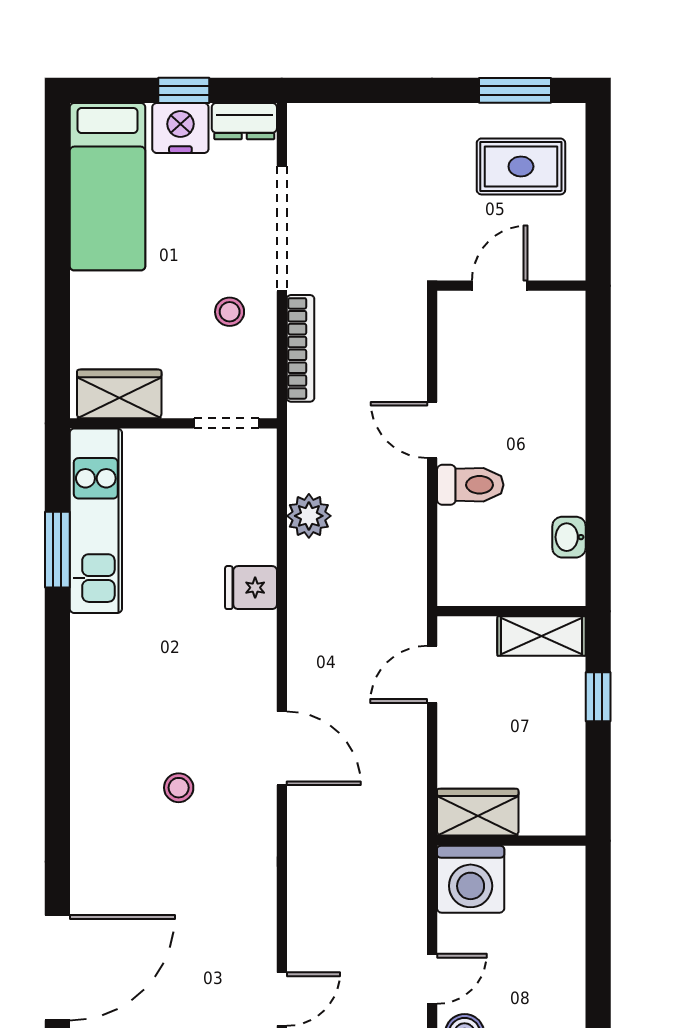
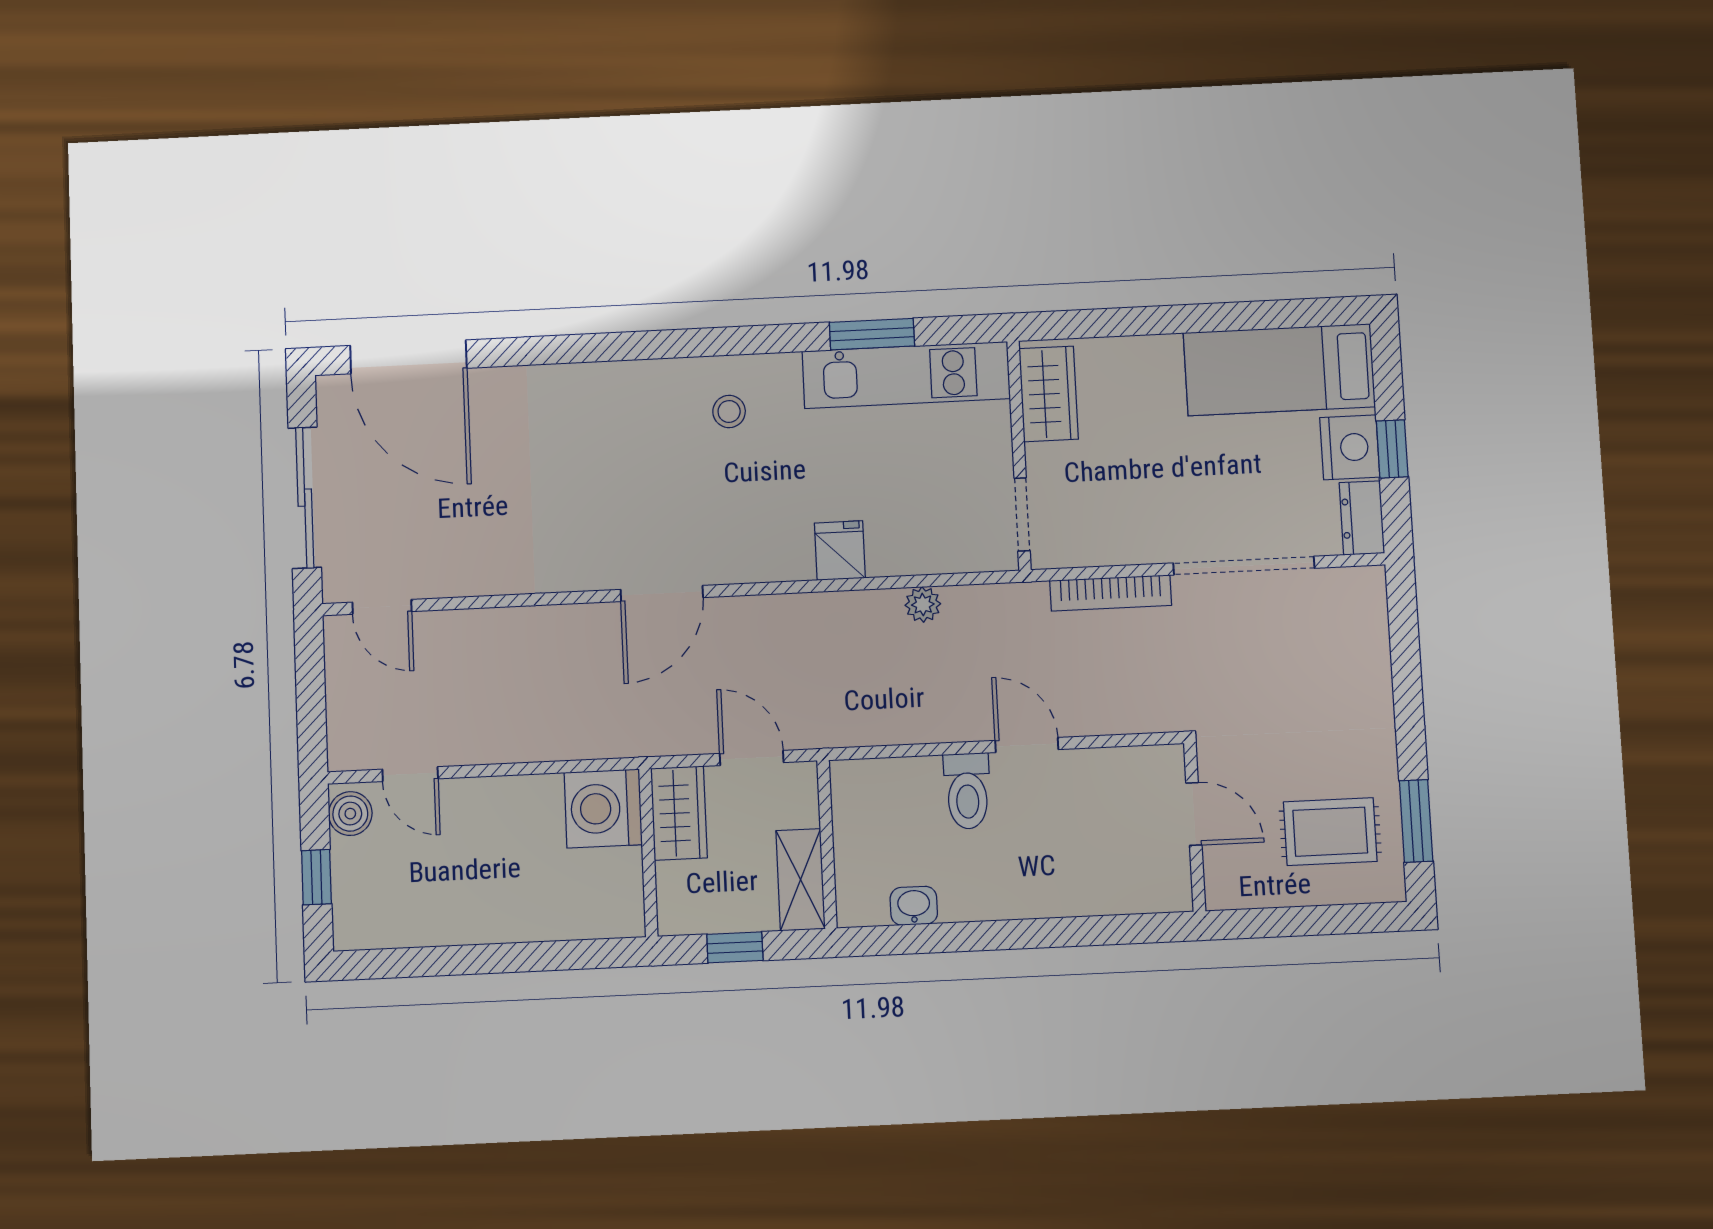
rug: (521, 166) -> (1330, 832), turned 90
stool: (230, 312) -> (1147, 512), removed
door: (432, 430) -> (1027, 745), hinge flipped
plant: (309, 516) -> (923, 604), width x0.73, depth x0.73
stool: (179, 788) -> (729, 411), moved
wardrobe: (478, 812) -> (679, 813), moved
wall: (511, 841) -> (648, 853), moved
washing machine: (471, 879) -> (603, 808), moved

